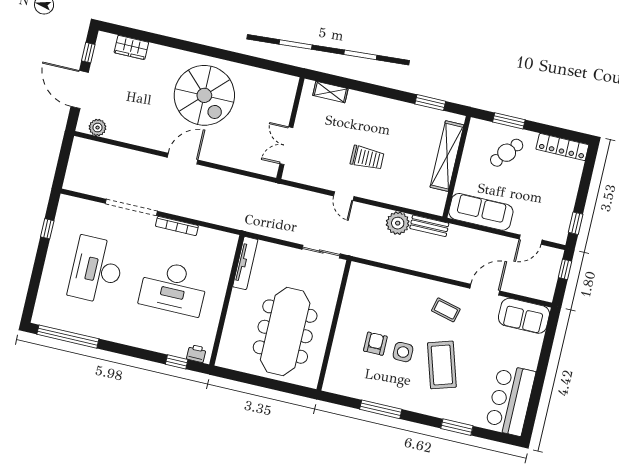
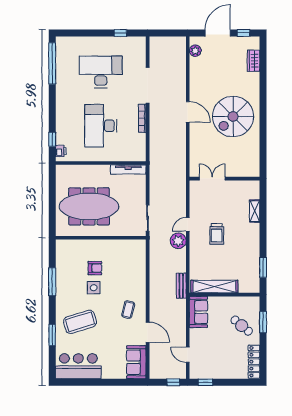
shelving: (330, 92) -> (255, 211), moved
shelving: (447, 156) -> (214, 287), moved
sofa: (481, 212) -> (198, 312), width x0.73
plant: (398, 223) -> (178, 241), moved
coffee table: (442, 365) -> (80, 322), moved

